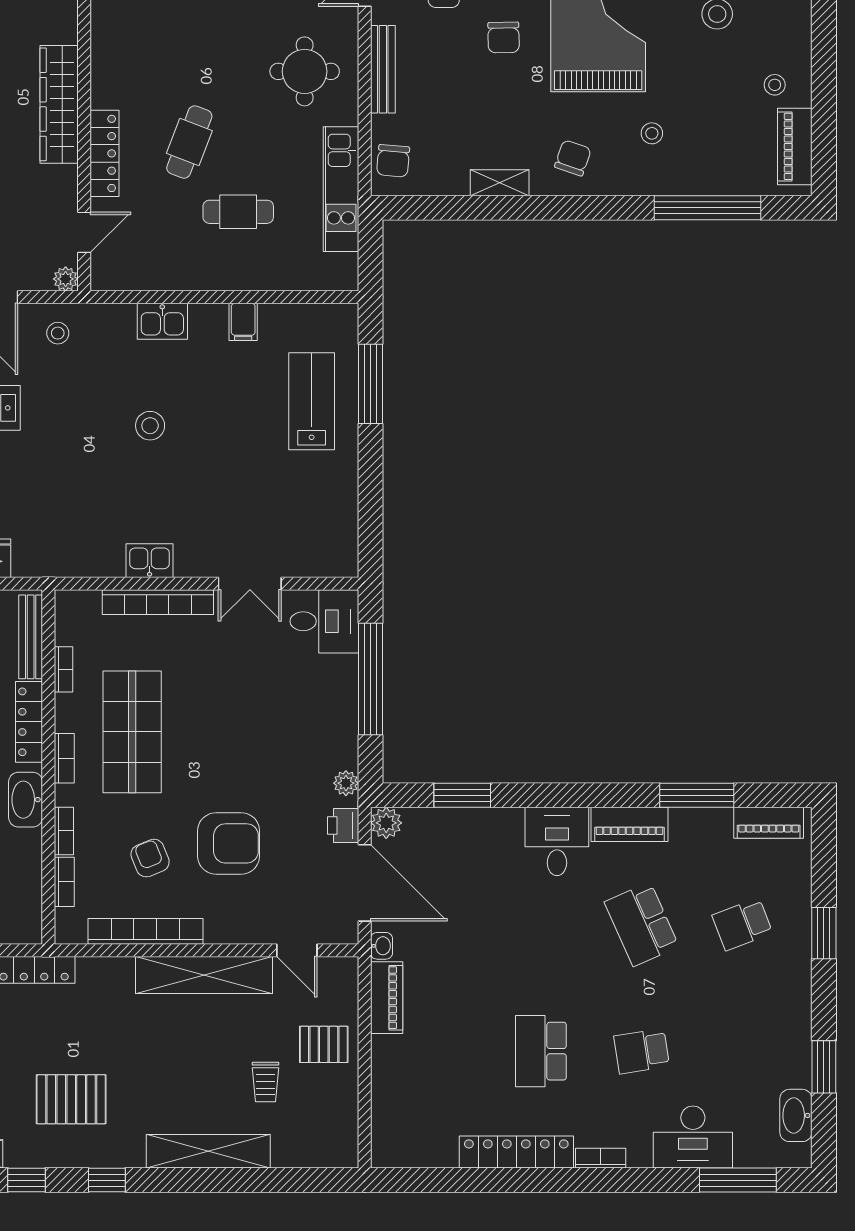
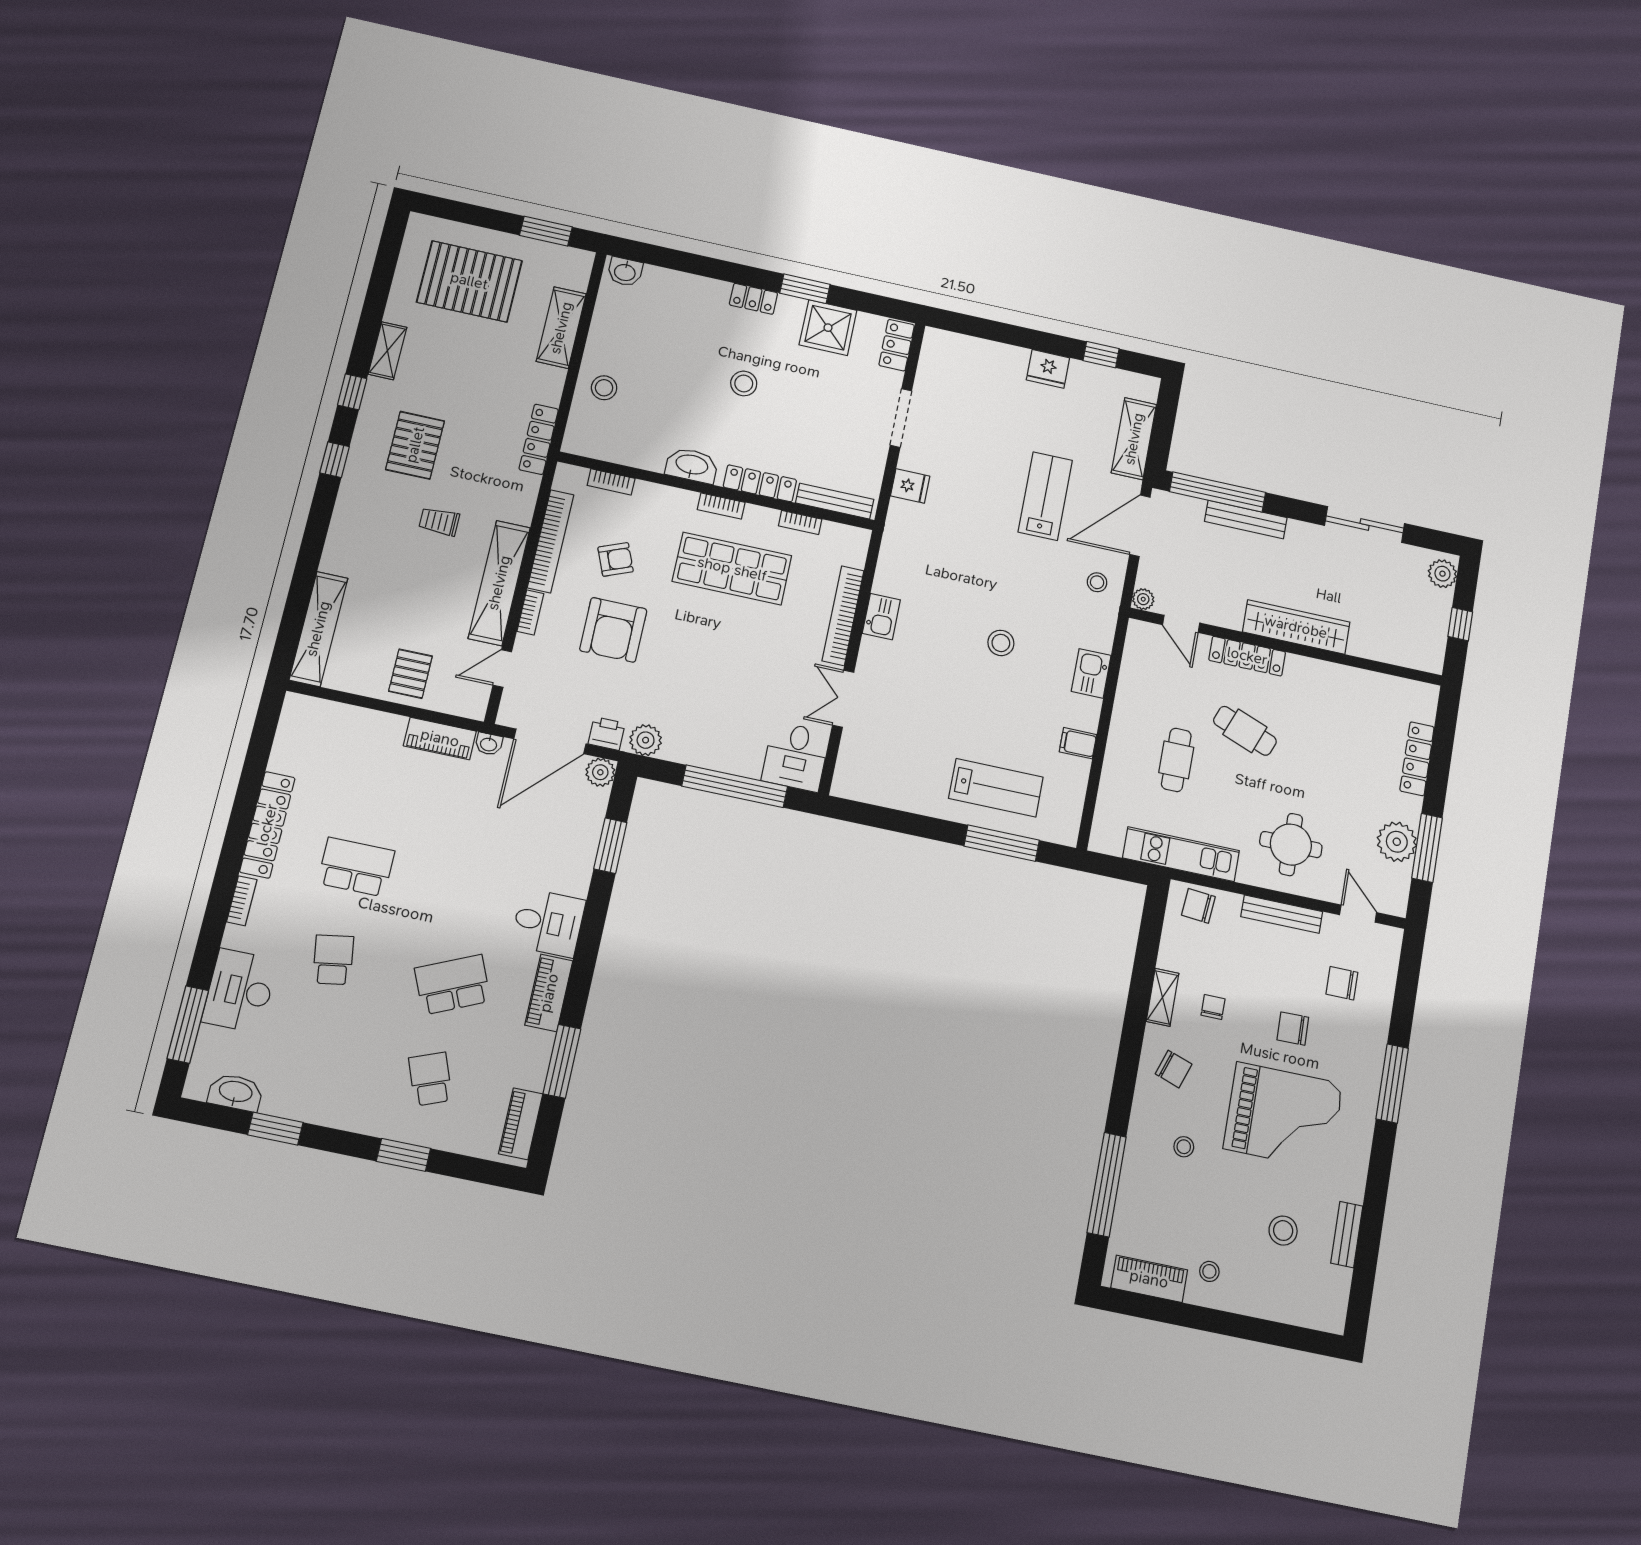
chair: (498, 127) -> (1213, 1007), added
plant: (346, 783) -> (646, 740), width x1.38, depth x1.38
bookcase: (64, 831) -> (530, 613), moved, turned -90
trolley: (266, 1082) -> (439, 521), moved
shelving: (208, 1151) -> (318, 629), moved

